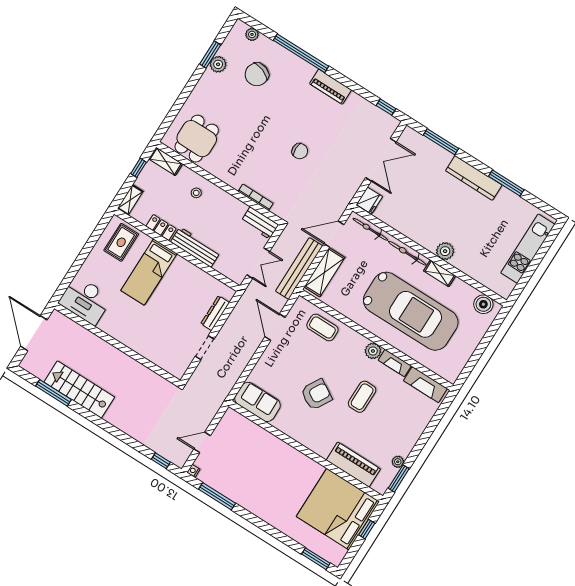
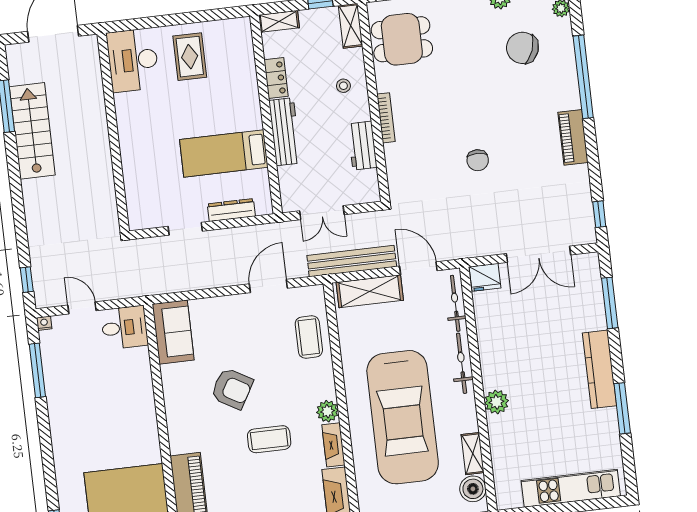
bookcase: (256, 197) -> (386, 118), moved
workbench: (260, 223) -> (362, 146), moved
rug: (121, 242) -> (190, 57), moved, turned 90
bed: (149, 272) -> (224, 153), moved
shelving: (440, 273) -> (473, 454), moved
desk: (233, 427) -> (124, 328), added

